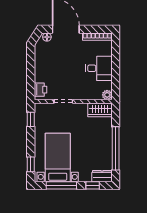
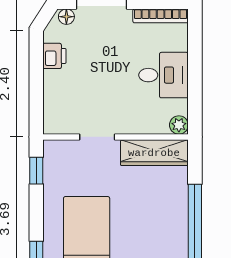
printer: (40, 90) -> (54, 56), moved
wardrobe: (100, 110) -> (154, 153), width x1.50

